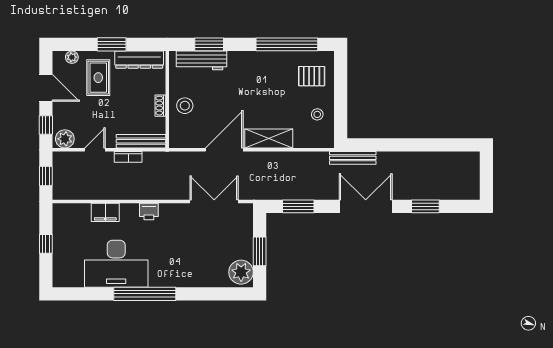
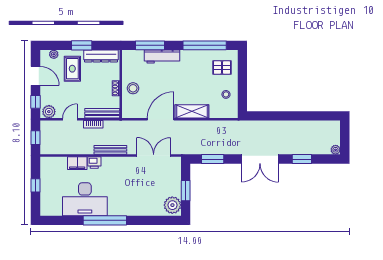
window: (209, 44) -> (150, 45), width x1.44
workbench: (201, 60) -> (162, 57), moved
bench: (353, 158) -> (110, 150), moved
plant: (473, 193) -> (336, 150), added
double door: (366, 206) -> (260, 159), swing flipped
printer: (149, 212) -> (94, 163), moved

